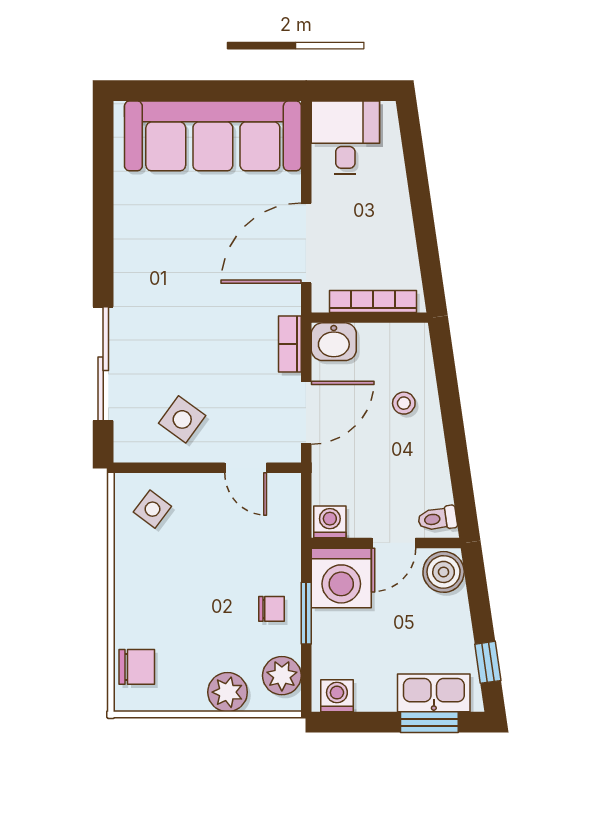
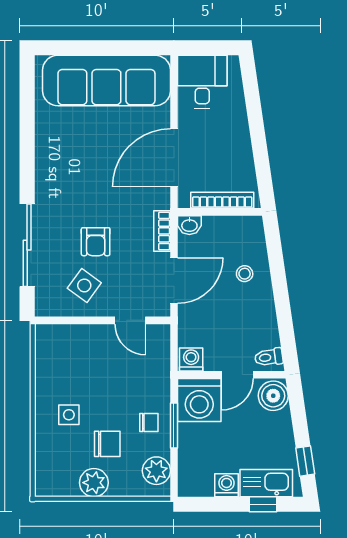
washbasin: (334, 342) -> (189, 225), width x0.72, depth x0.69
armchair: (198, 359) -> (96, 242), added
side table: (152, 509) -> (69, 415), moved, turned -37
chair: (137, 667) -> (107, 444), moved
plant: (228, 692) -> (94, 483), moved
washing machine: (337, 696) -> (227, 485), moved
window: (429, 722) -> (263, 504), width x0.67

